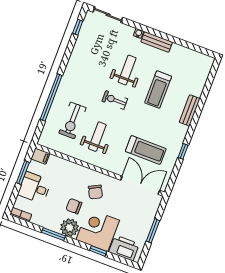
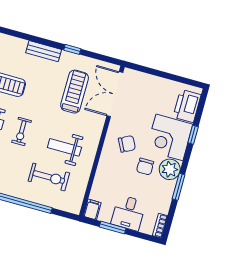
bench: (190, 110) -> (44, 51), moved
window: (153, 231) -> (165, 75), removed

